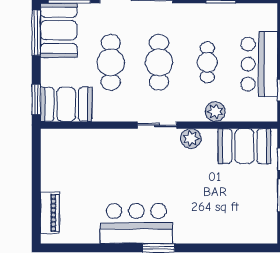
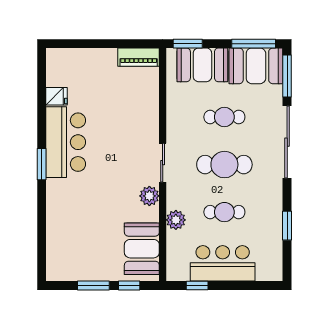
cafe table: (111, 62) -> (224, 117), width x0.73, depth x0.74
booth: (66, 104) -> (202, 65), moved, turned 90
piano: (50, 213) -> (139, 57), moved
fridge: (90, 233) -> (57, 96), added

